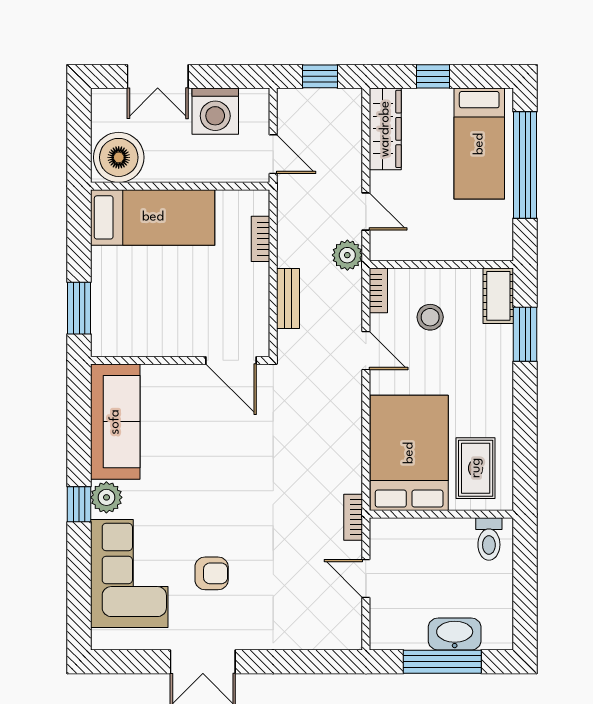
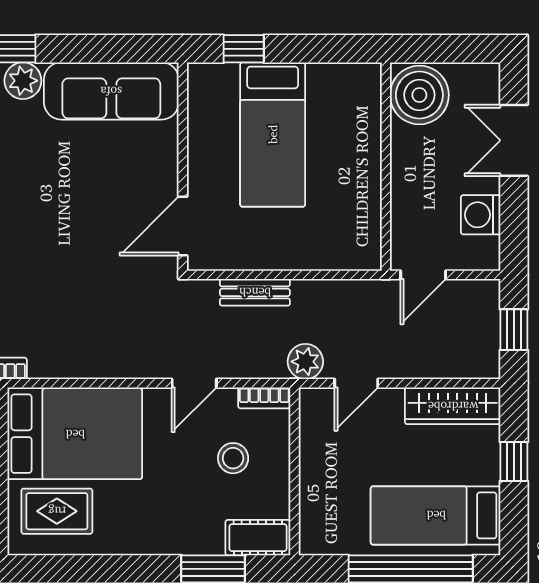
washing machine: (215, 111) -> (481, 215), width x0.73, depth x0.73
bed: (153, 217) -> (273, 134), moved
bookcase: (260, 239) -> (324, 260), removed
window: (79, 308) -> (244, 49), width x0.67

